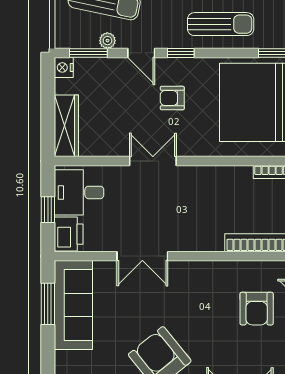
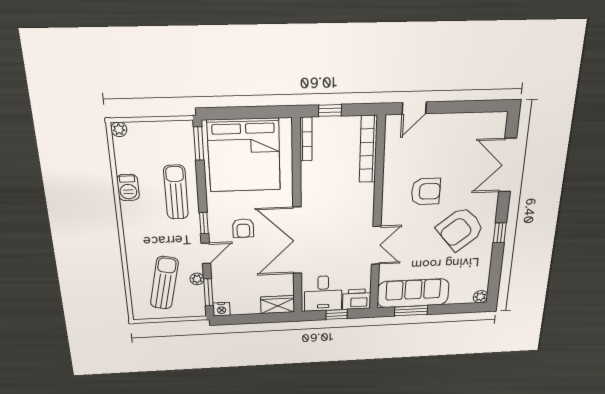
wardrobe: (66, 126) -> (278, 305), width x0.67
double door: (153, 161) -> (297, 241), width x1.87
armchair: (257, 309) -> (426, 191), moved

